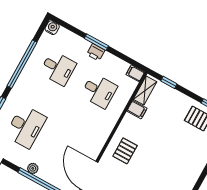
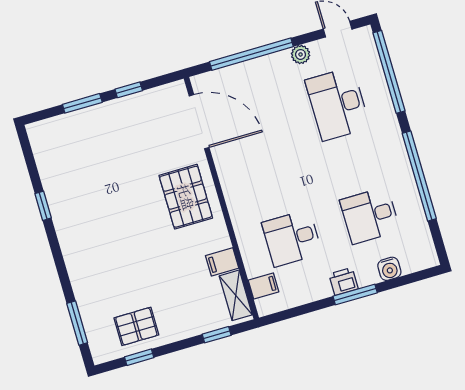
water cooler: (52, 28) -> (389, 269), moved
filing cabinet: (135, 73) -> (263, 286), moved
pallet: (125, 151) -> (186, 197), width x1.50, depth x1.42
plant: (33, 168) -> (301, 54), moved

